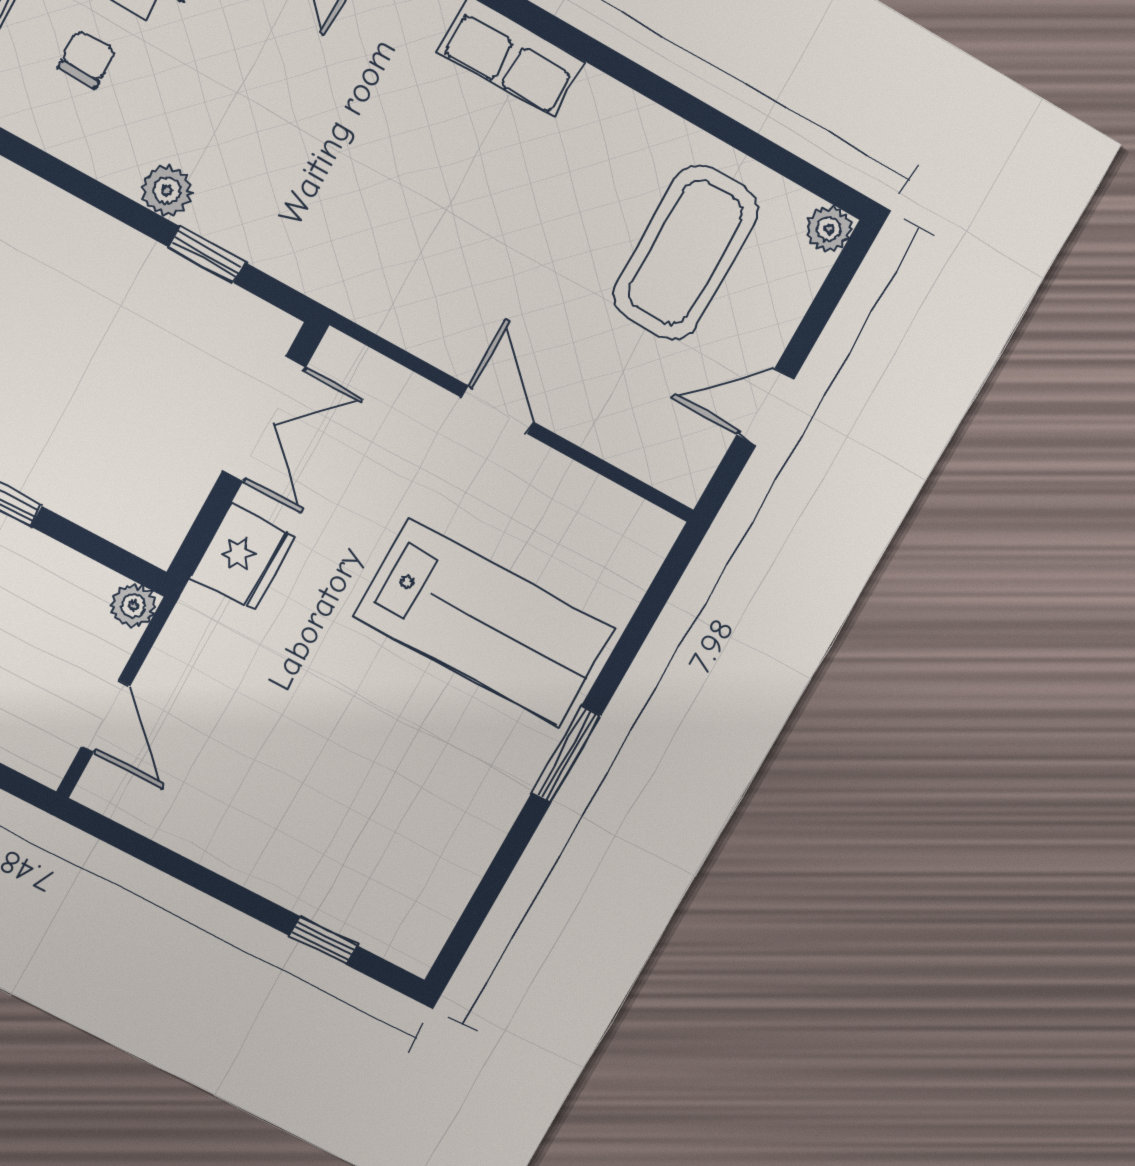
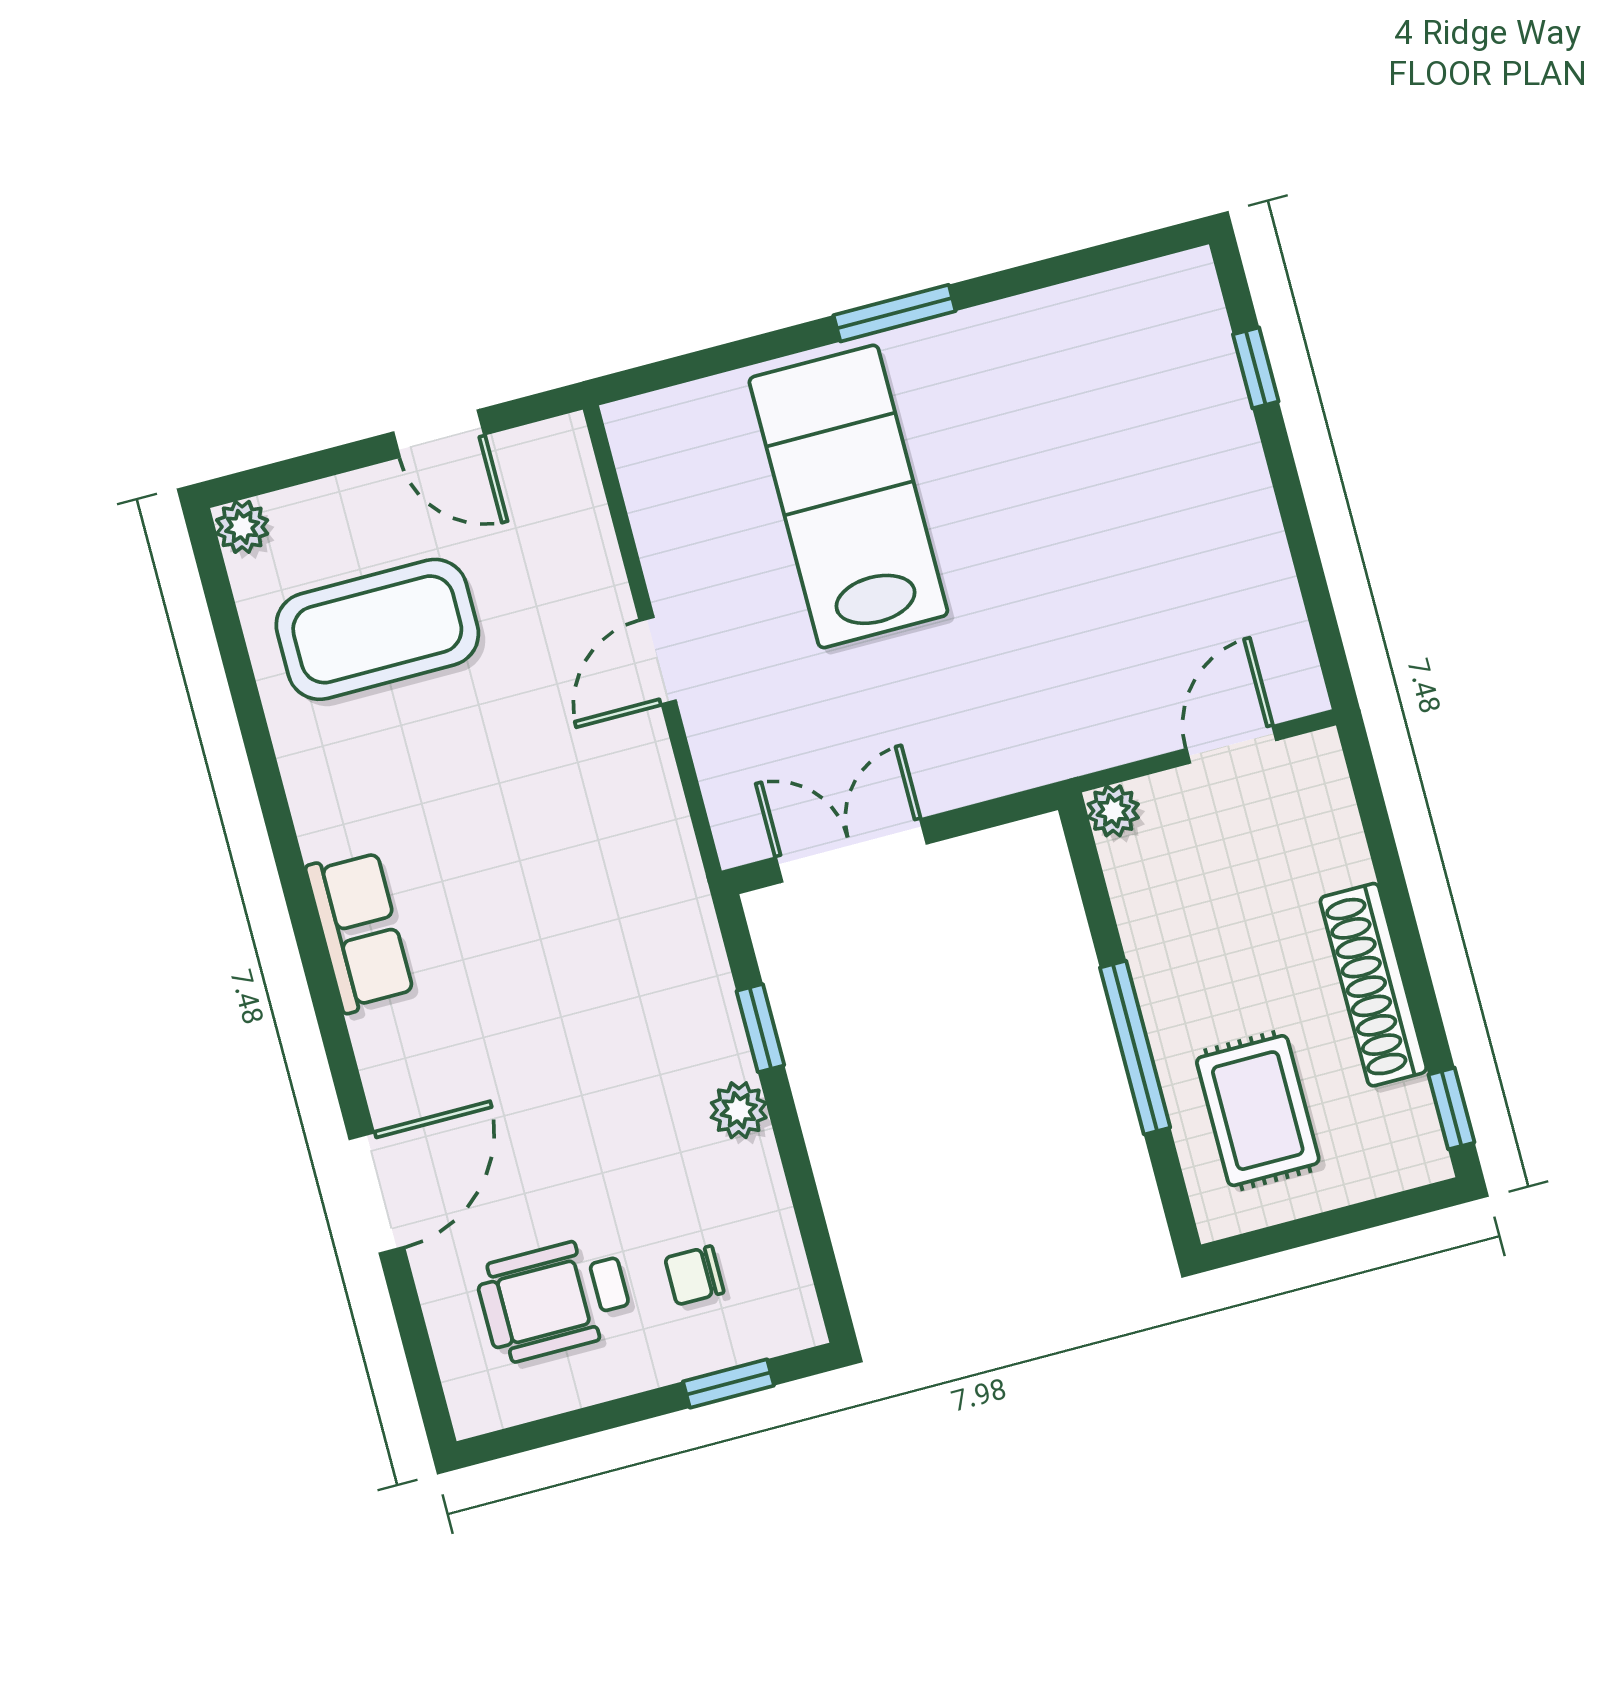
fridge: (243, 557) -> (985, 757), removed

